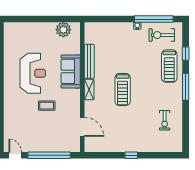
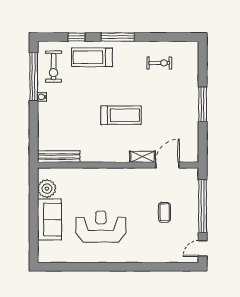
bench: (89, 61) -> (59, 157), moved
treadmill: (169, 66) -> (92, 57), turned 180
sofa: (71, 71) -> (50, 220), moved, turned -90
shelving: (89, 89) -> (142, 157), moved
coffee table: (47, 106) -> (165, 212), moved
window: (131, 155) -> (203, 104), width x2.17

